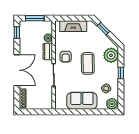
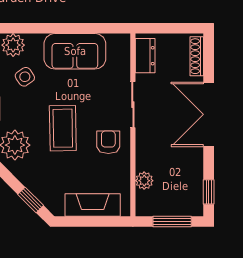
dresser: (48, 51) -> (145, 56), moved

